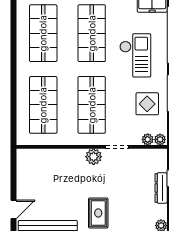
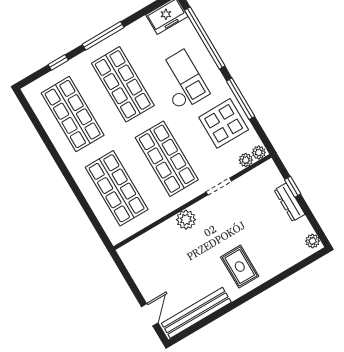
display table: (147, 104) -> (224, 123), width x1.36, depth x1.36
plant: (94, 157) -> (186, 220), moved

